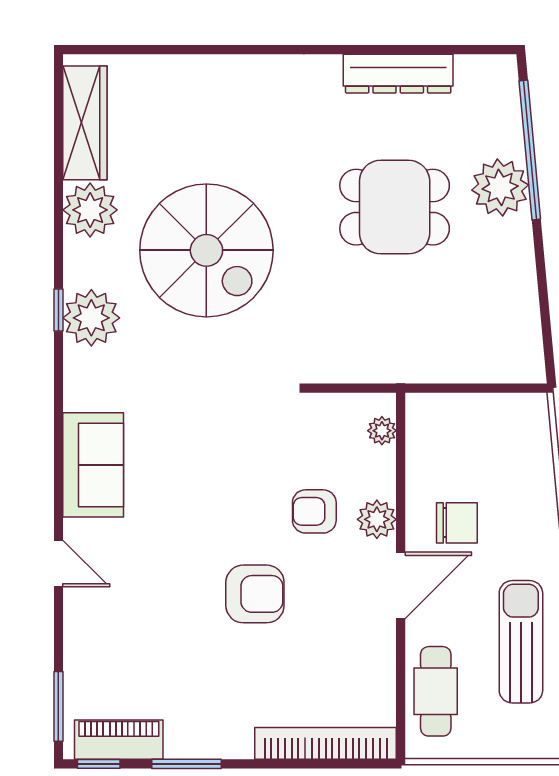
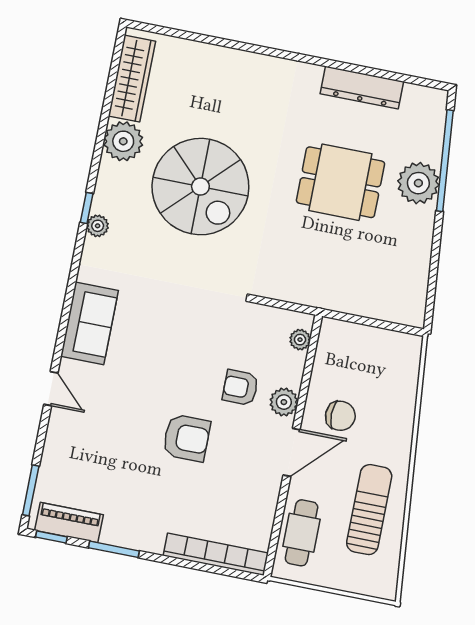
plant: (91, 318) -> (98, 226), width x0.53, depth x0.53

